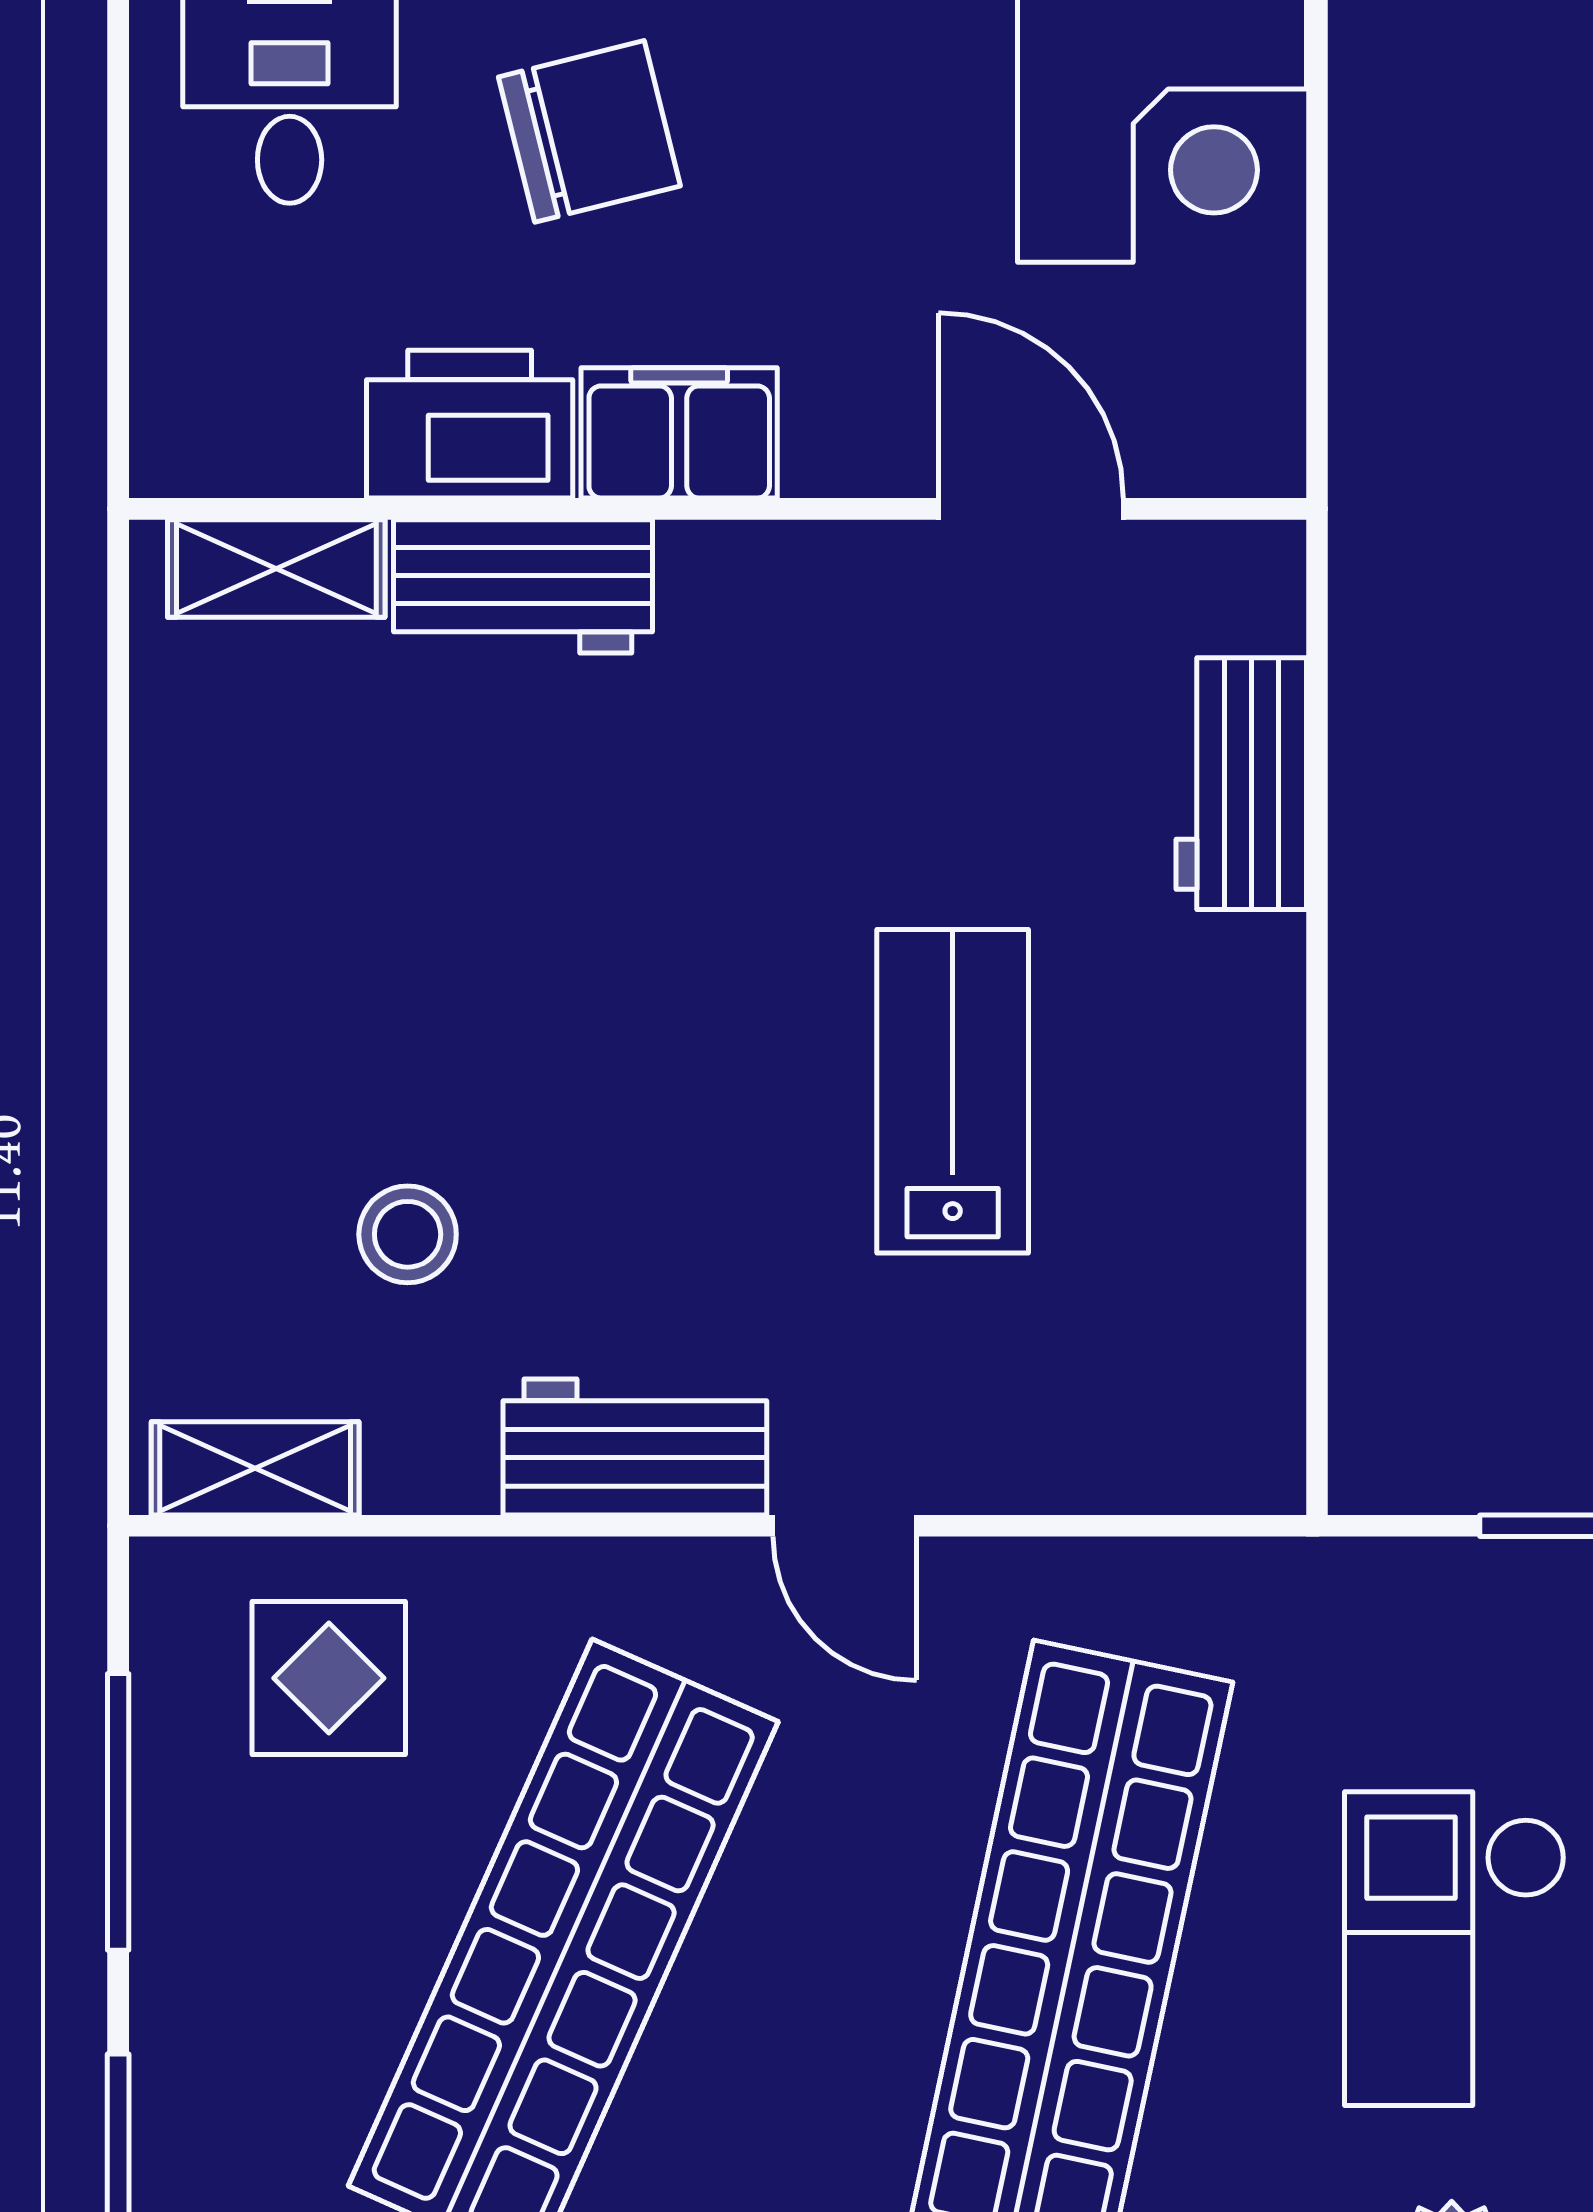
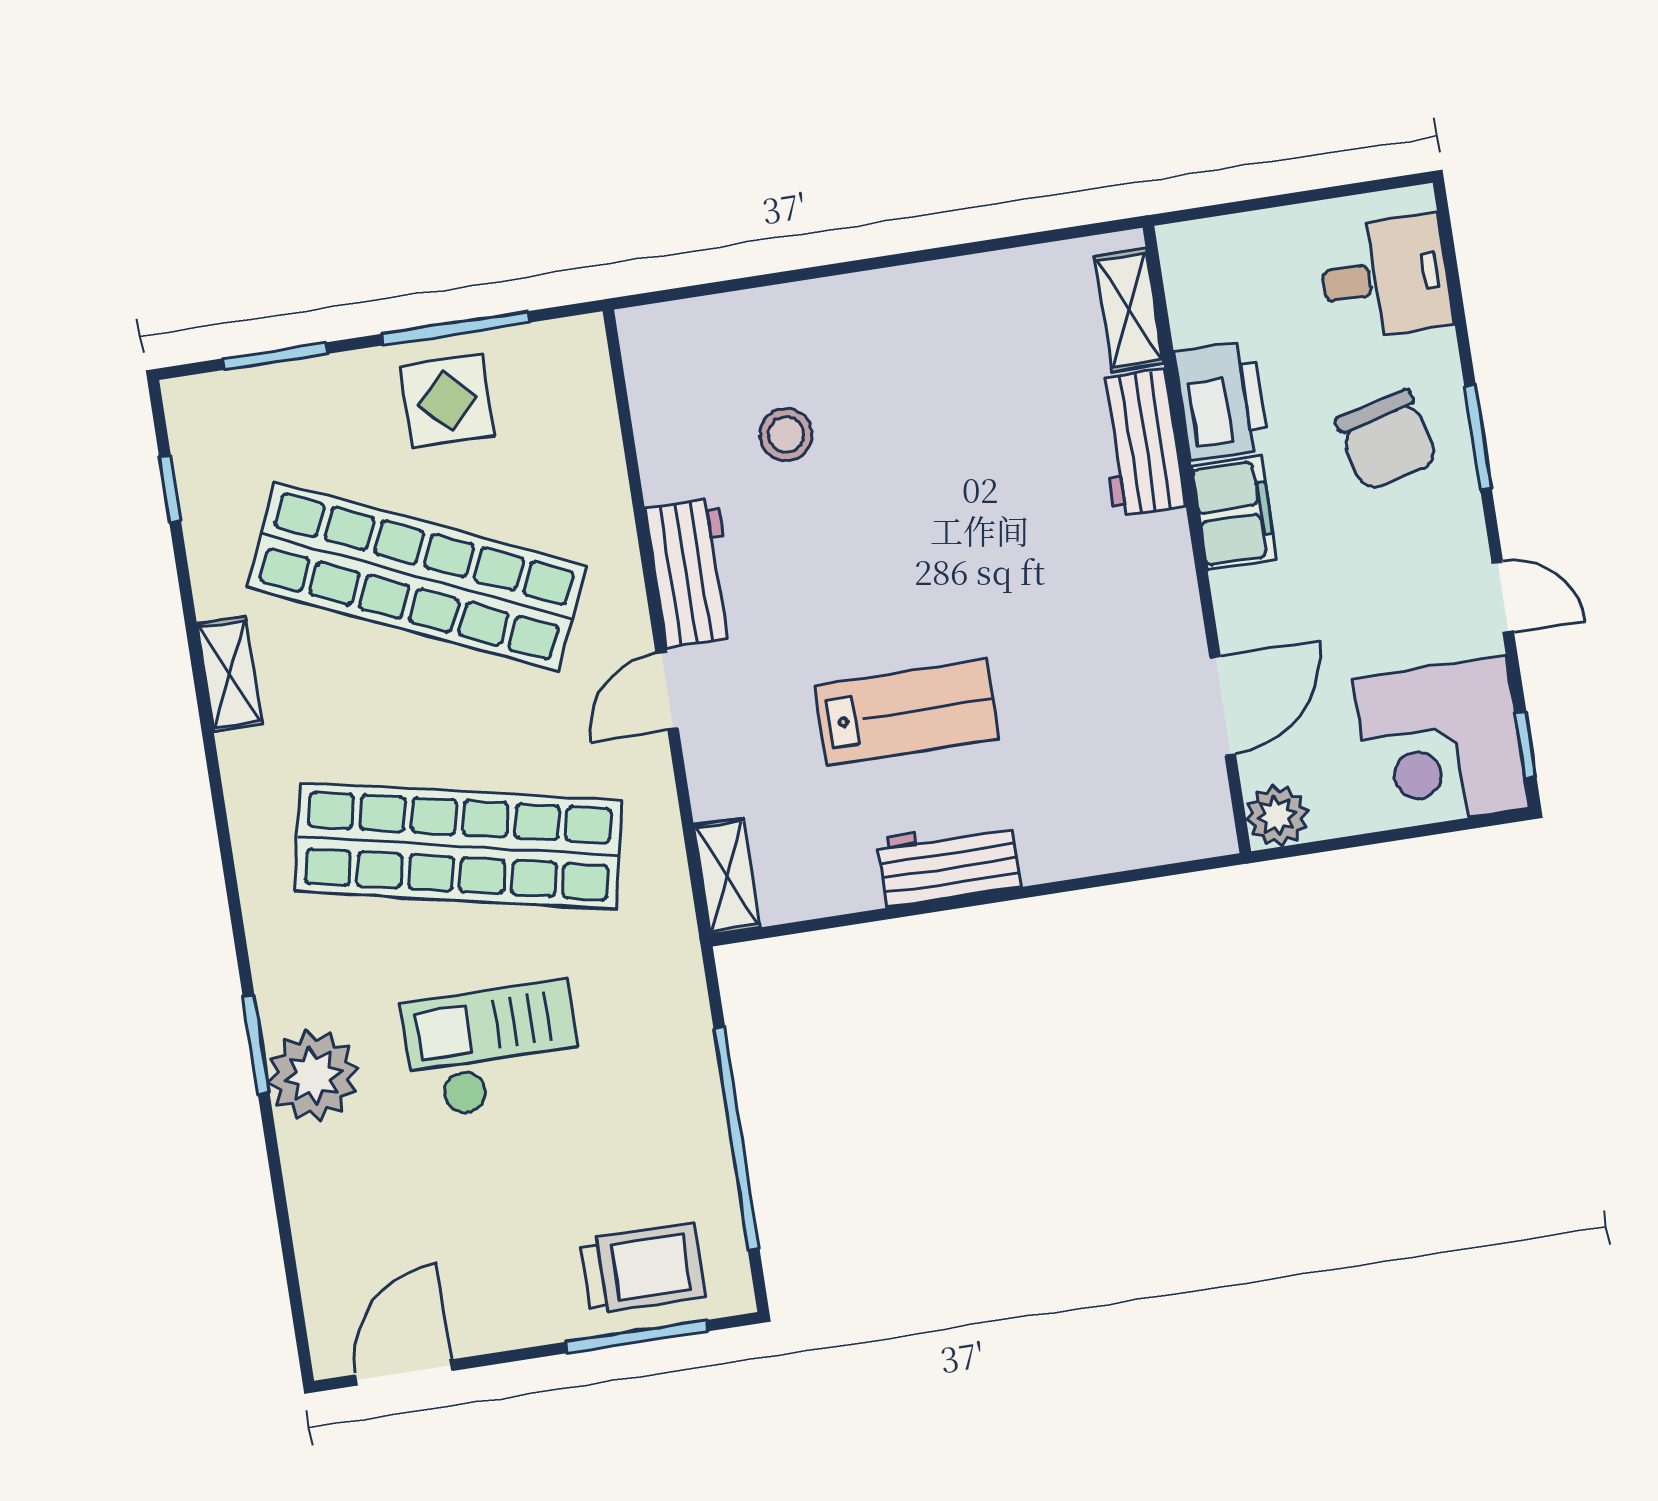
plant: (1248, 440) -> (1277, 816), added
workbench: (1241, 784) -> (949, 863), moved
shelving: (255, 1468) -> (727, 876), moved
display table: (329, 1678) -> (447, 401), moved

